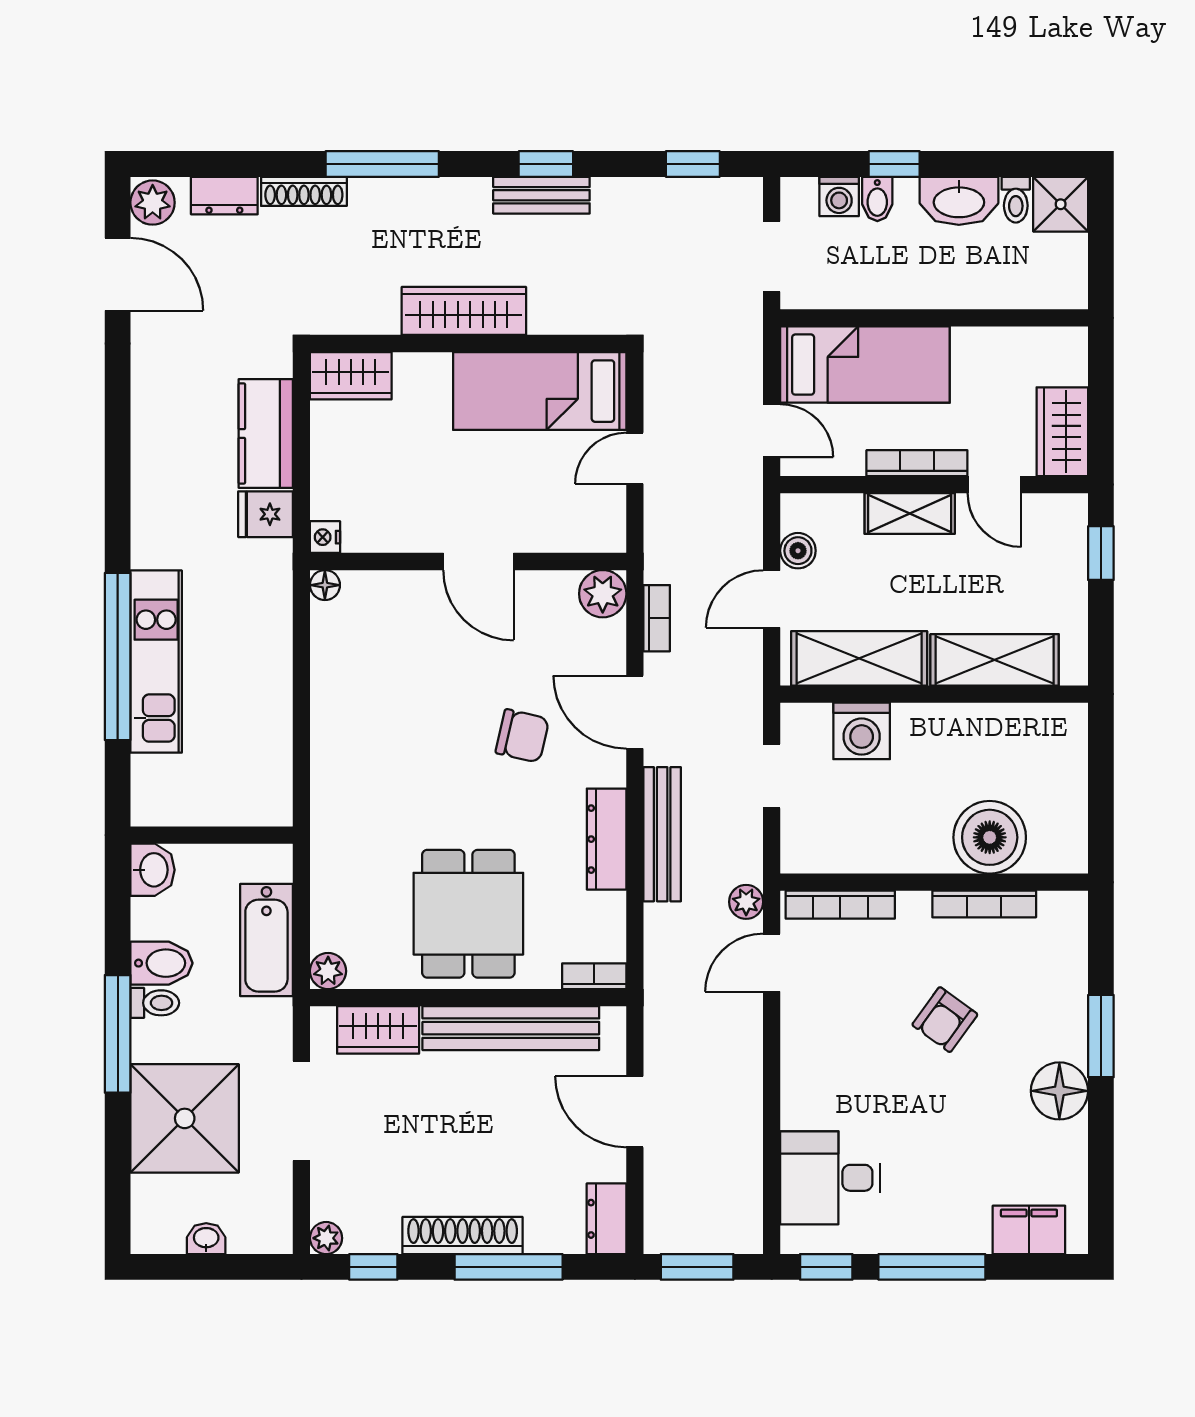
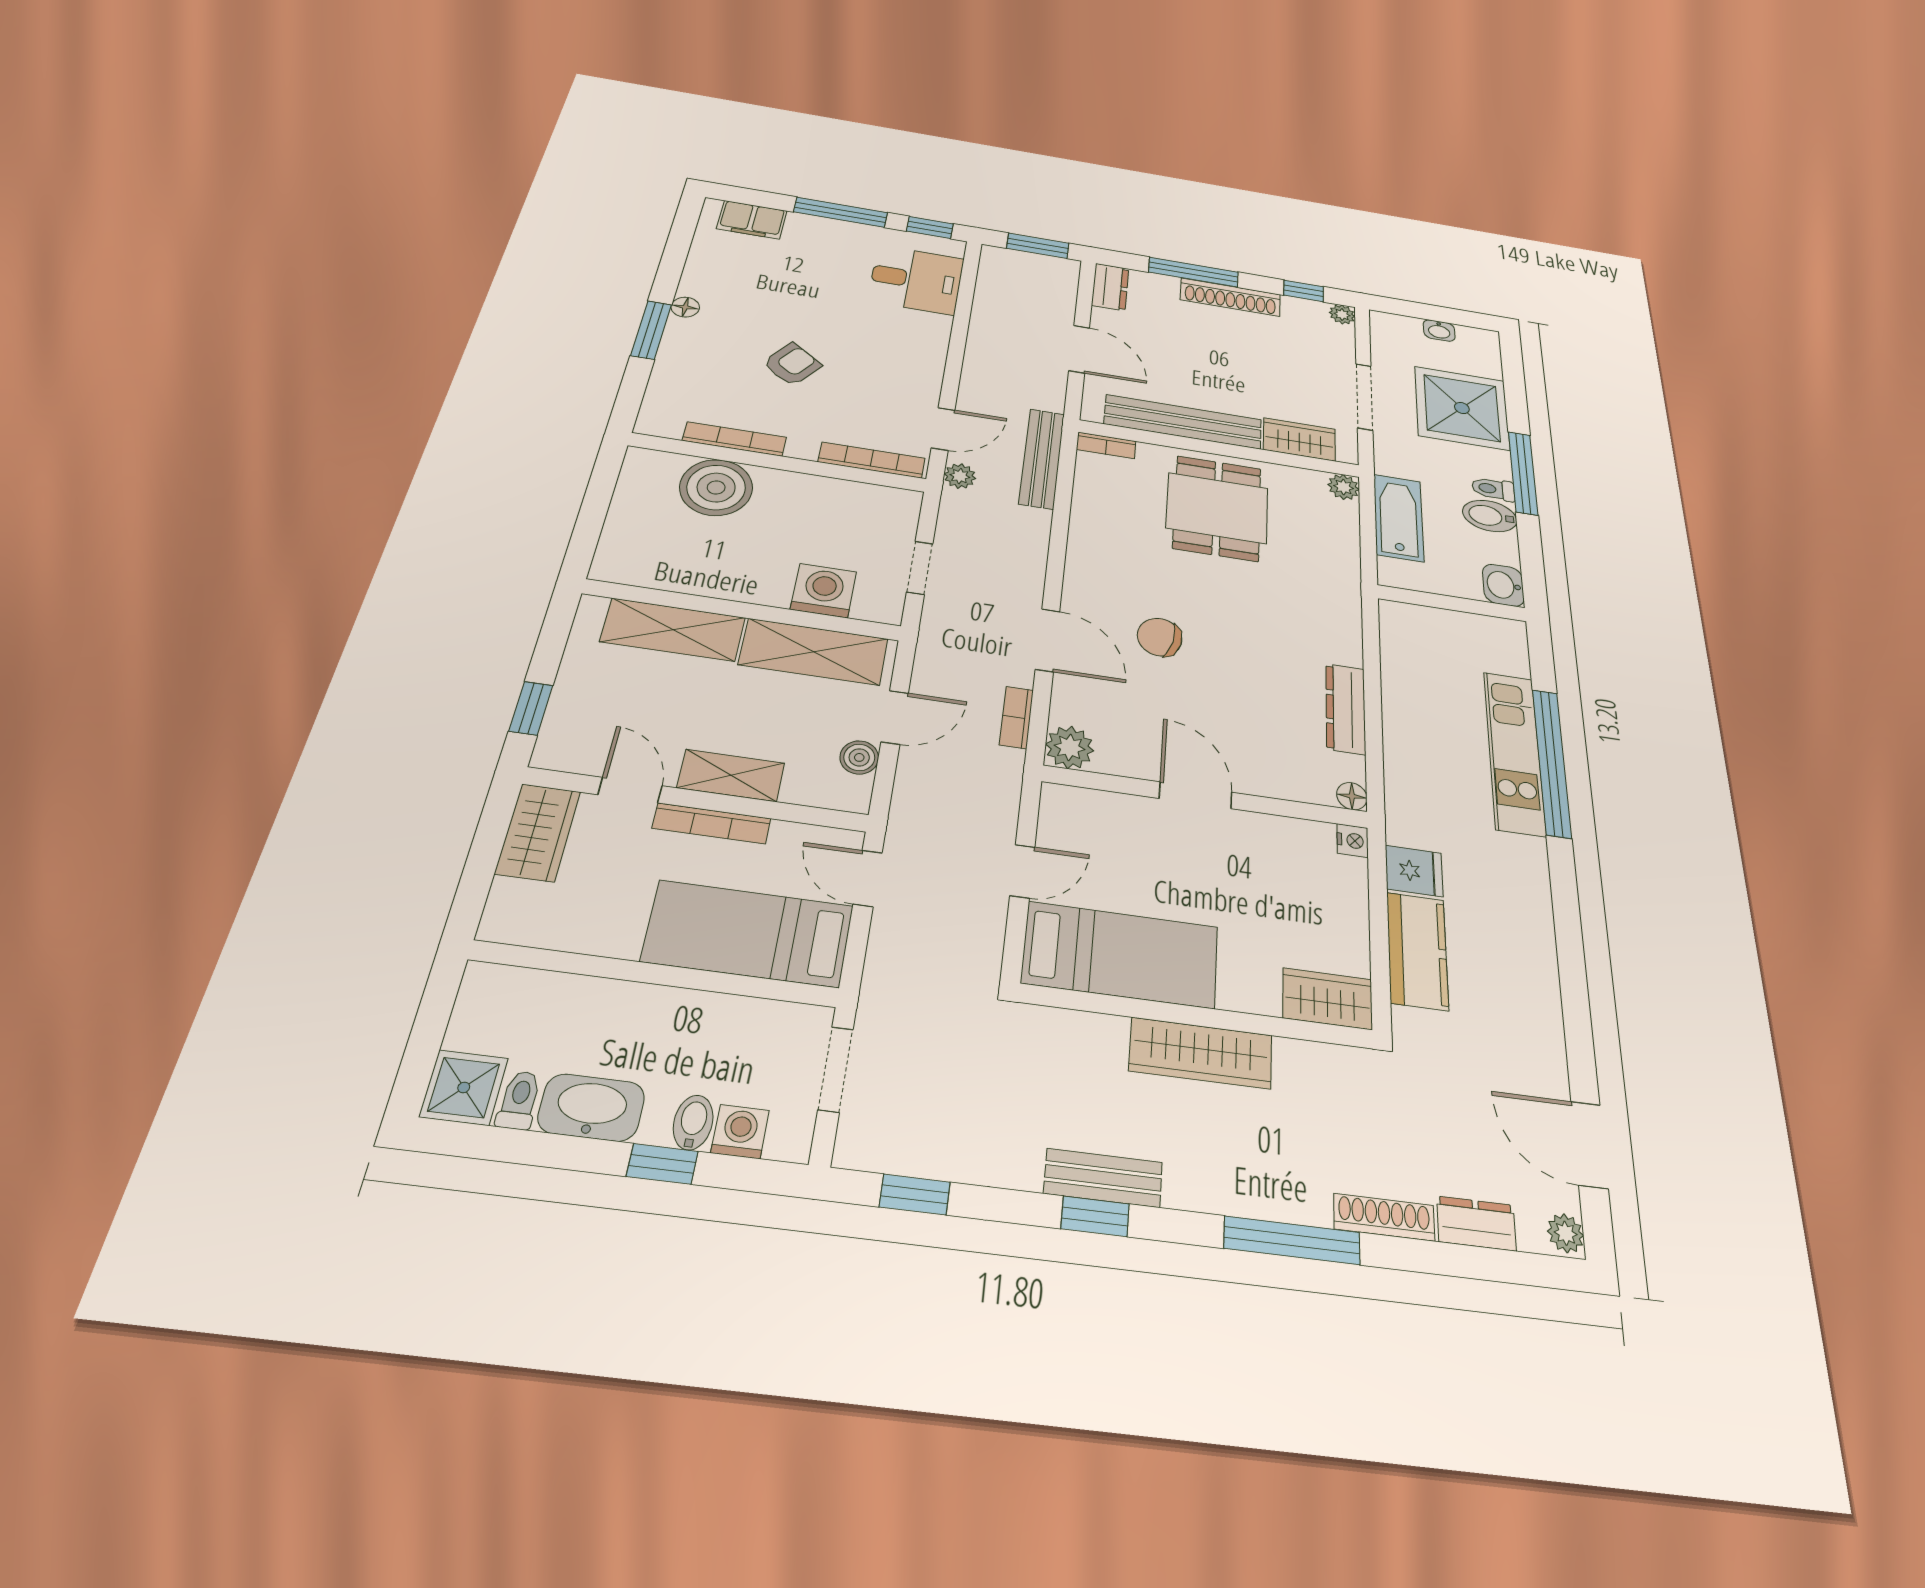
plant: (153, 203) -> (1566, 1233), width x0.73, depth x0.73
bench: (662, 834) -> (1042, 458), moved
dresser: (607, 839) -> (1346, 709), moved, turned 180
floor lamp: (1059, 1091) -> (685, 307), width x0.53, depth x0.53

